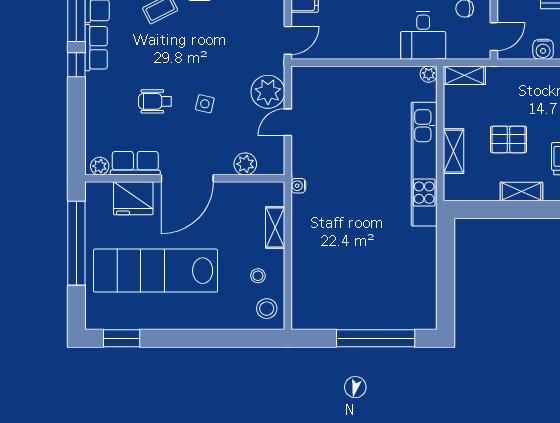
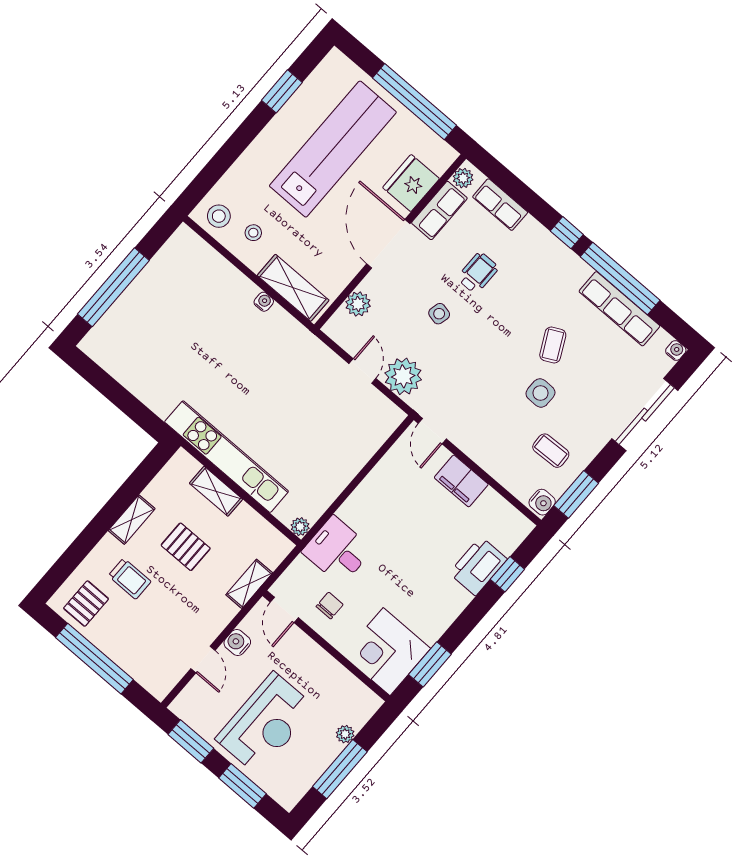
row of seats: (96, 48) -> (500, 205), moved
shelving: (464, 75) -> (249, 584), moved
pallet: (509, 139) -> (186, 547), turned 90
water cooler: (298, 186) -> (264, 302), moved
shelving: (275, 228) -> (293, 288), width x1.50, depth x1.33
window: (122, 338) -> (282, 91), moved

